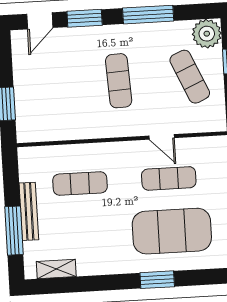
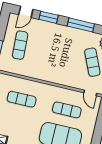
exercise mat: (119, 81) -> (20, 45), moved
door: (162, 137) -> (90, 93), moved

